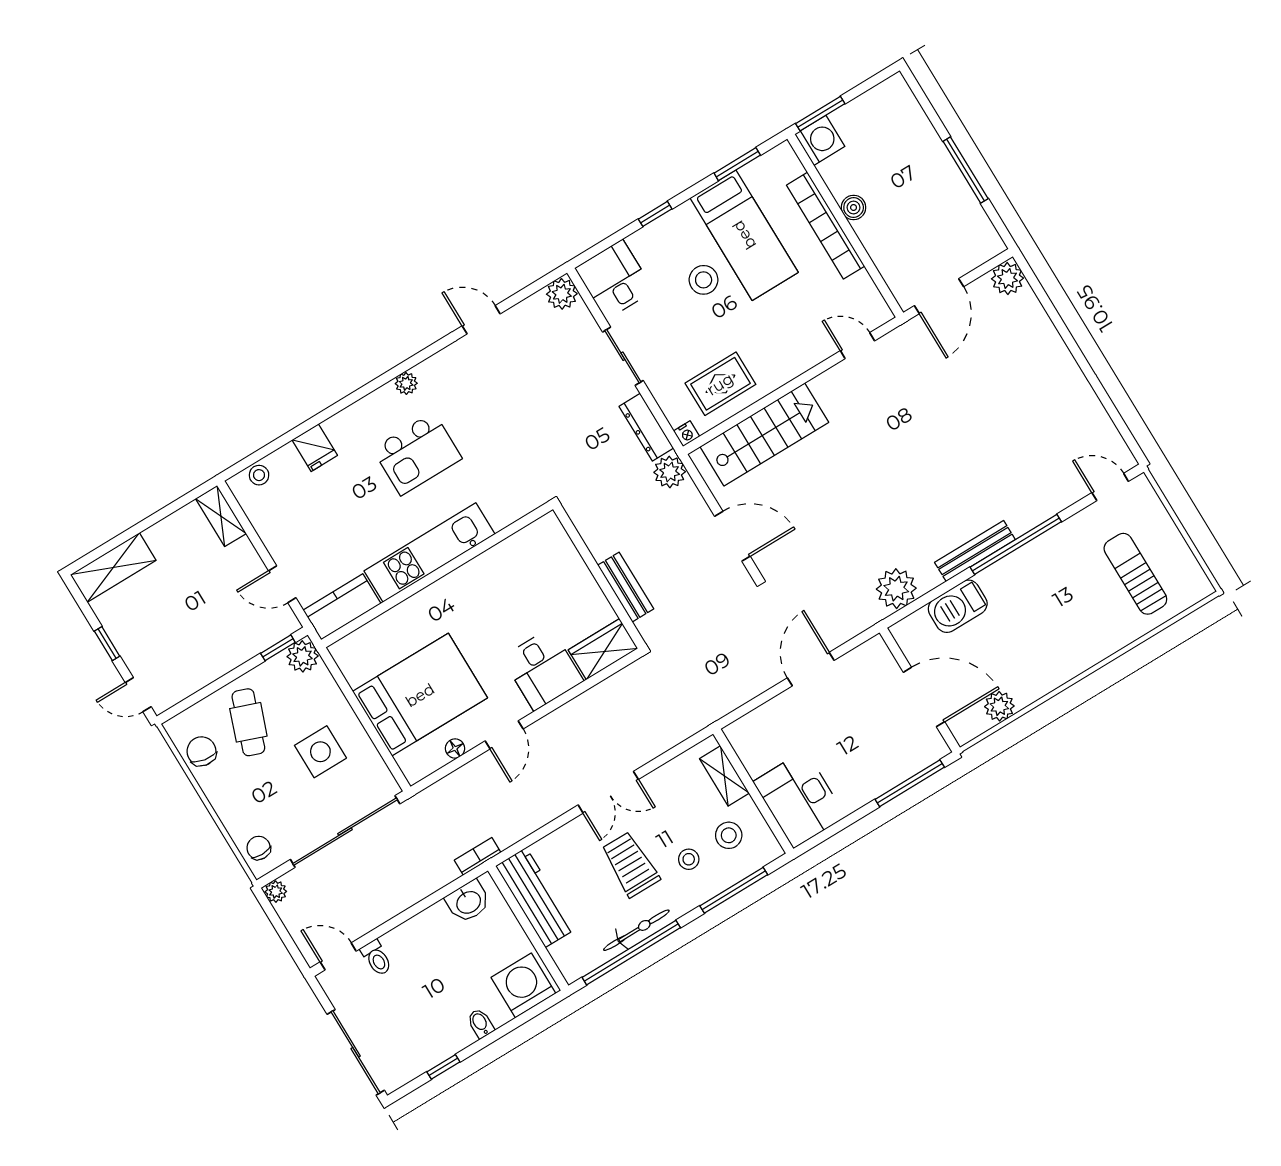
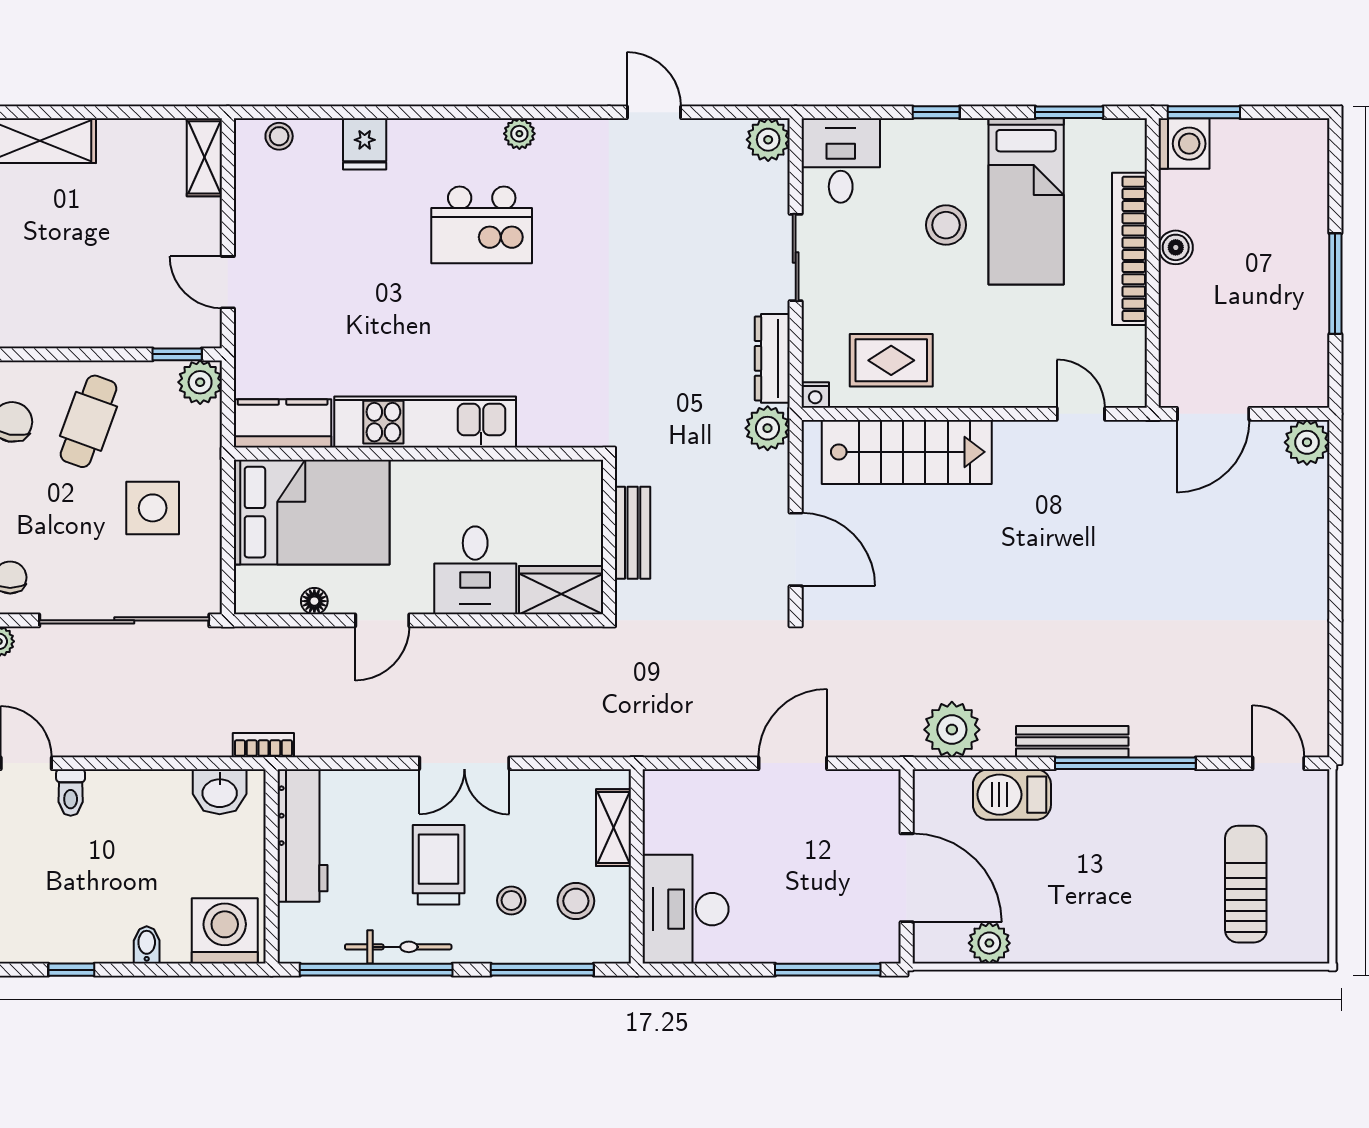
kitchen unit: (429, 553) -> (425, 422), moved
wall: (437, 574) -> (418, 454), moved
kitchen counter: (342, 607) -> (283, 423), moved

